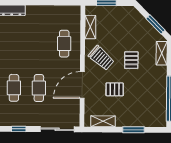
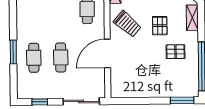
pallet: (115, 89) -> (176, 52), moved
shelving: (103, 121) -> (130, 92), removed
window: (134, 130) -> (182, 100), moved

